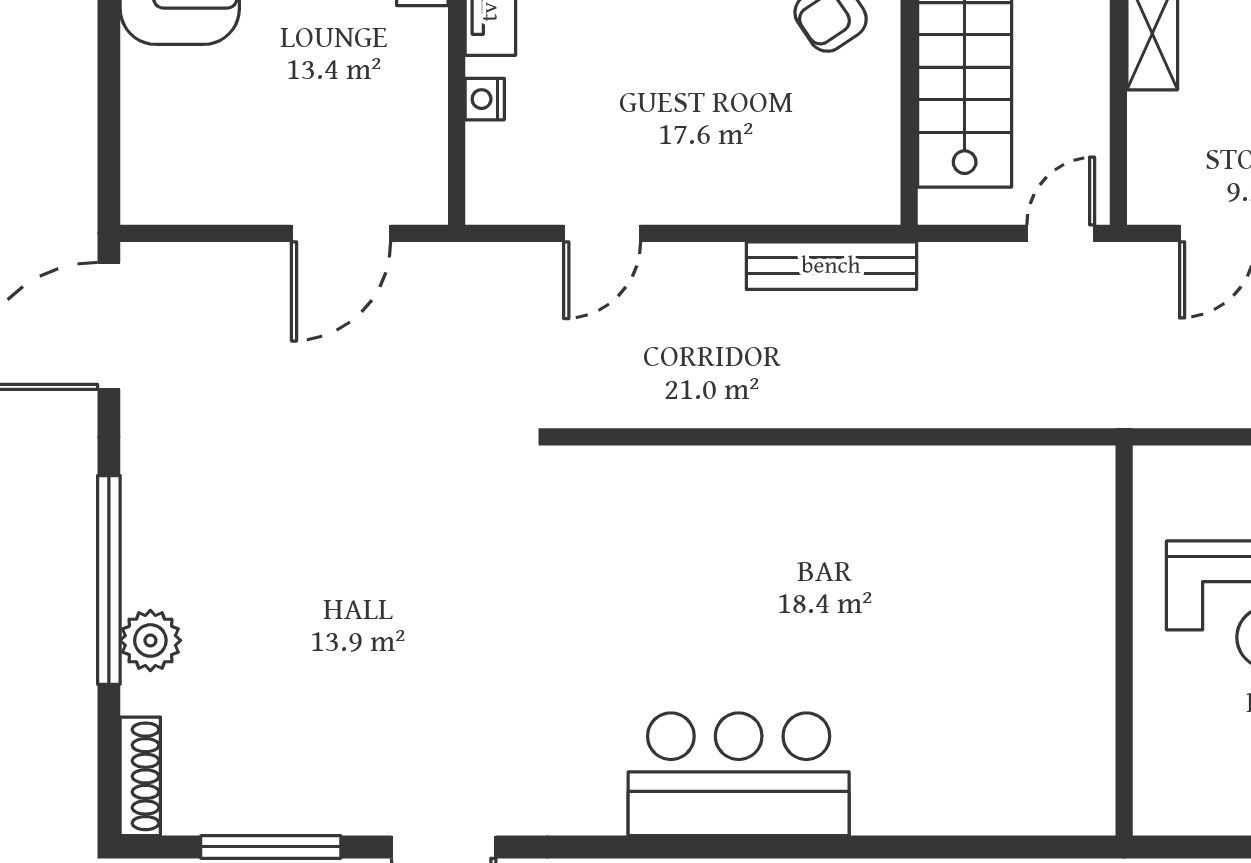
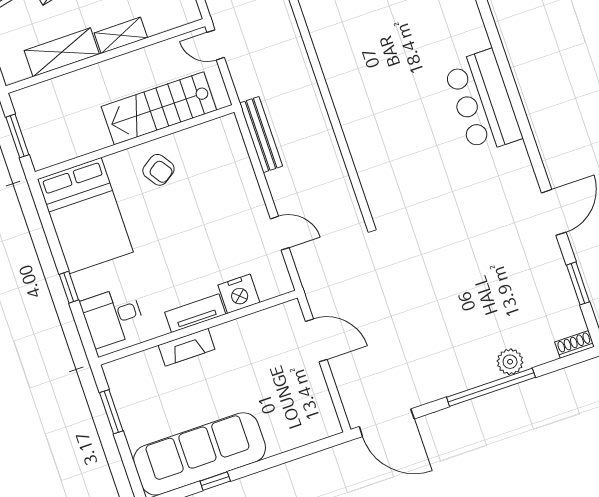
nightstand: (485, 99) -> (239, 294), width x1.89, depth x1.79
shoe rack: (140, 776) -> (574, 344), width x0.70
window: (271, 847) -> (578, 283), width x0.69

